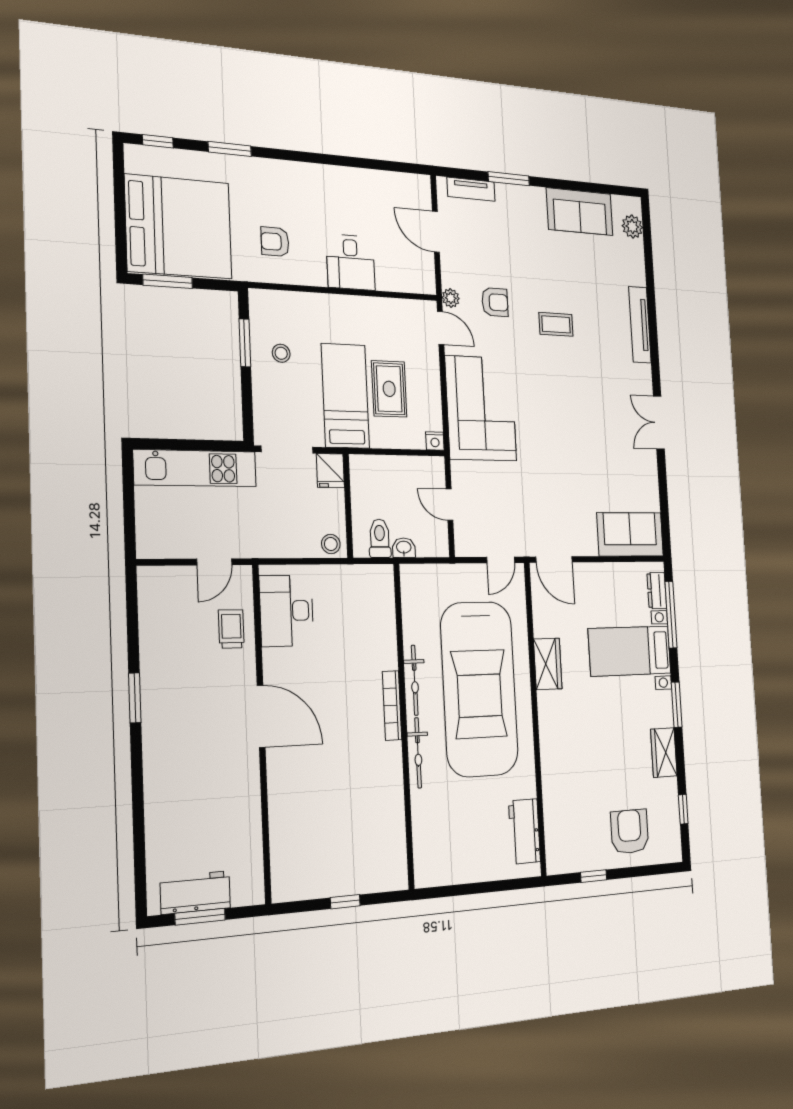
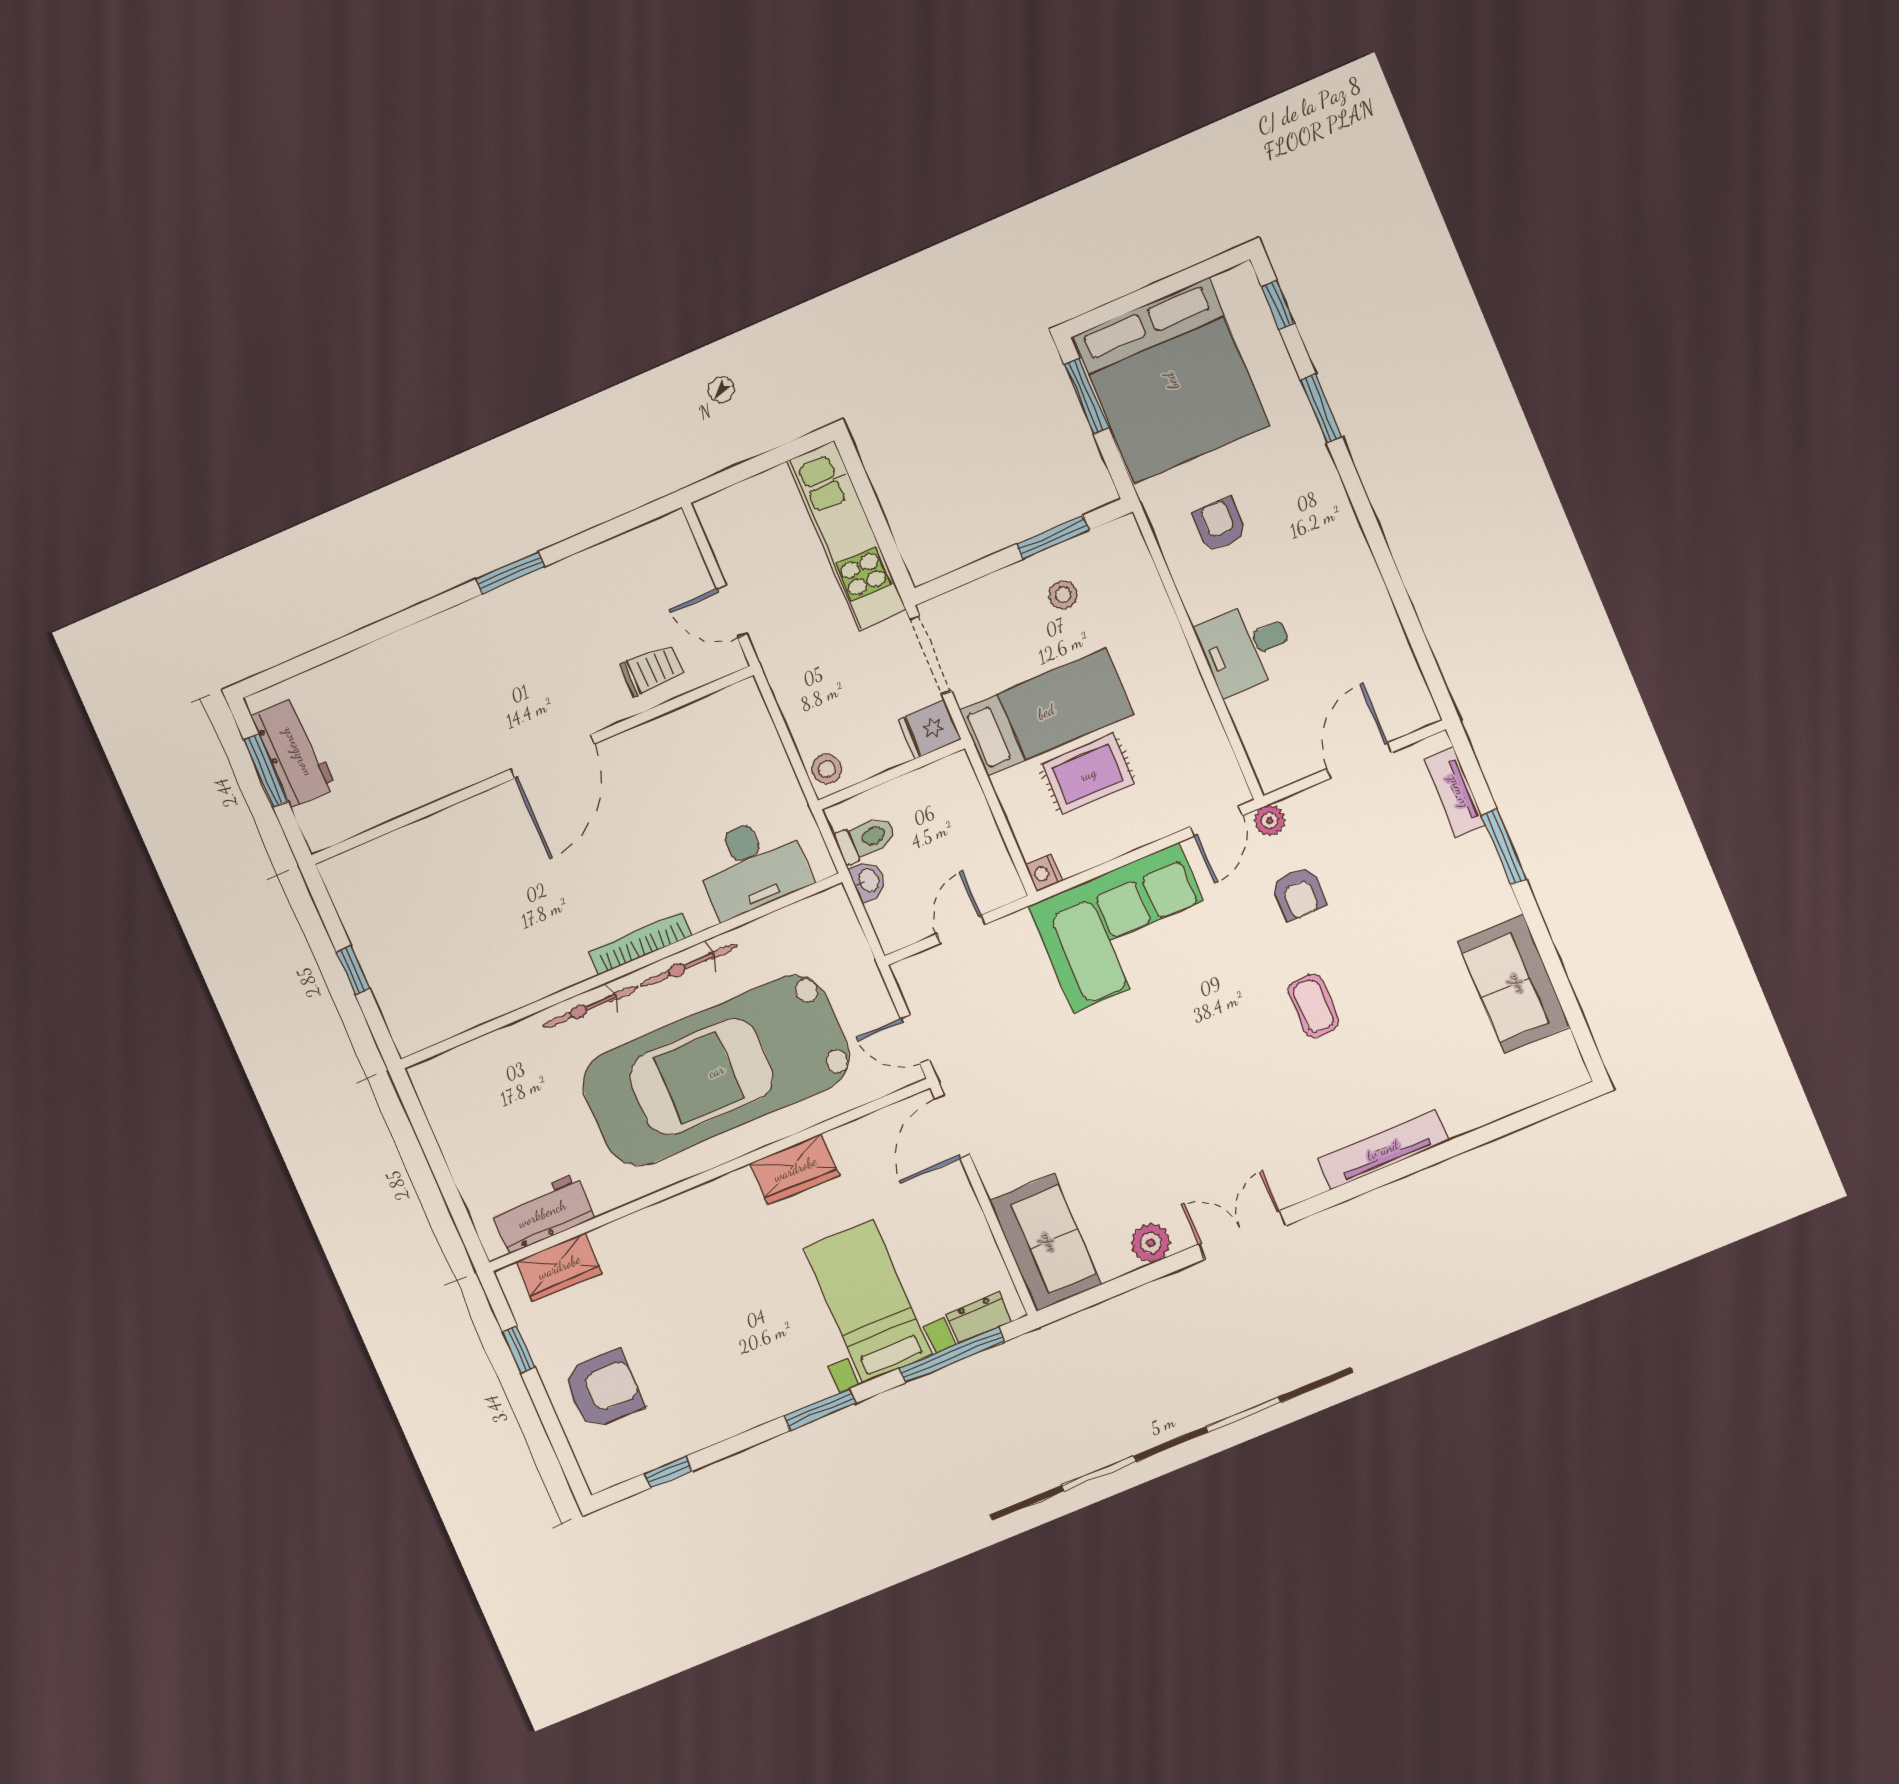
plant: (632, 227) -> (1151, 1243), moved
desk: (287, 611) -> (752, 866), moved, turned 180
wardrobe: (664, 752) -> (559, 1267), moved, turned 180

